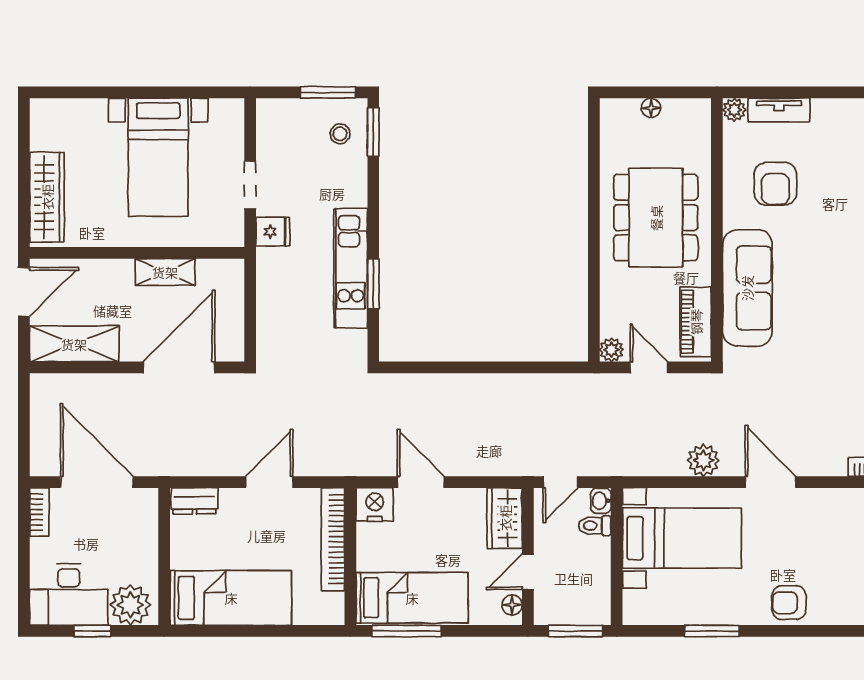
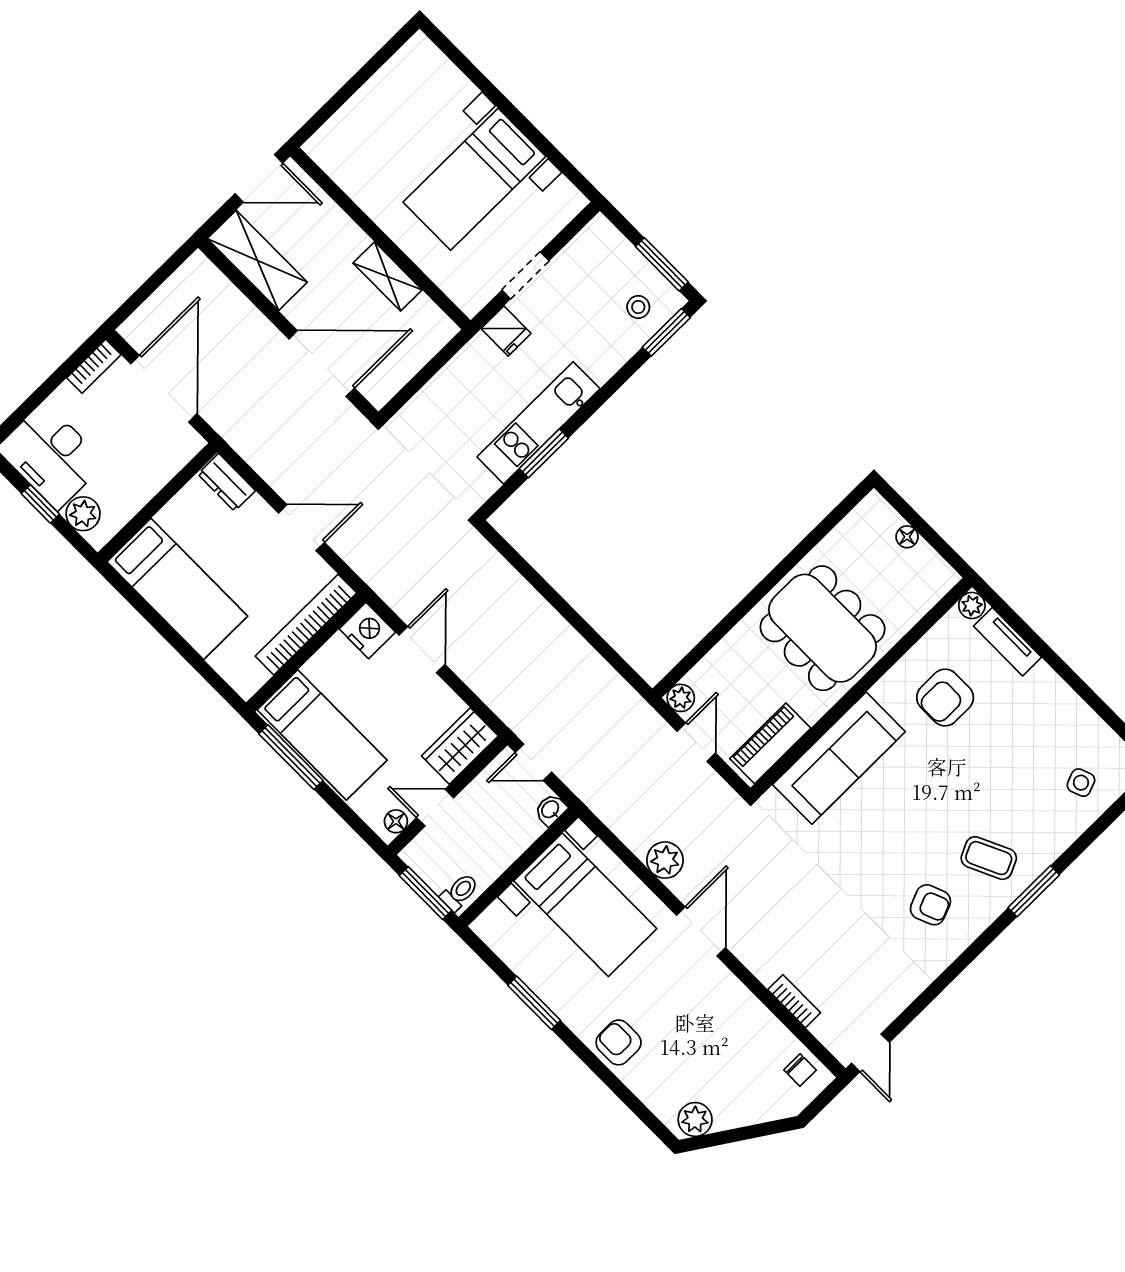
wardrobe: (47, 197) -> (354, 121), removed
dining table: (656, 218) -> (823, 628), turned 90
toilet: (595, 526) -> (460, 892), moved, turned 90
plant: (130, 605) -> (83, 514), width x0.73, depth x0.73

